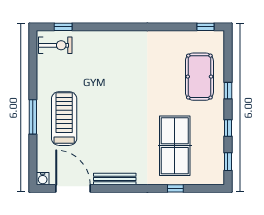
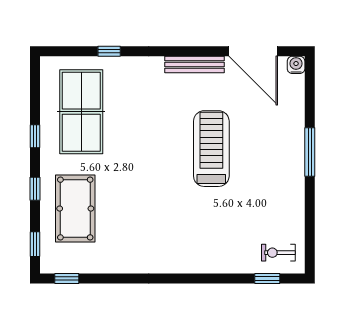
exercise bike: (55, 45) -> (278, 253), width x0.73, depth x0.72
treadmill: (64, 119) -> (211, 149), moved, turned 180
table tennis table: (175, 146) -> (81, 112), moved
window: (228, 162) -> (35, 244), moved

